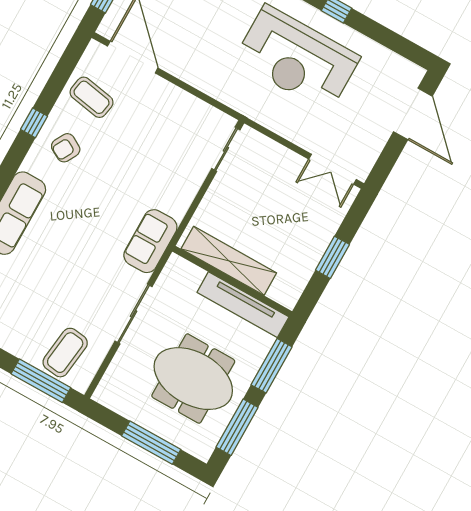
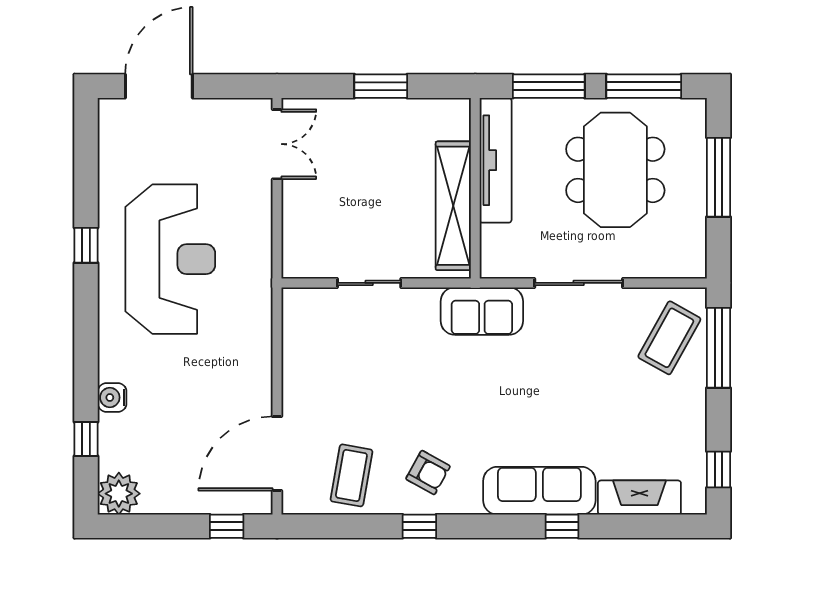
sliding door: (226, 149) -> (369, 283), moved
coffee table: (65, 353) -> (669, 338), turned -68

